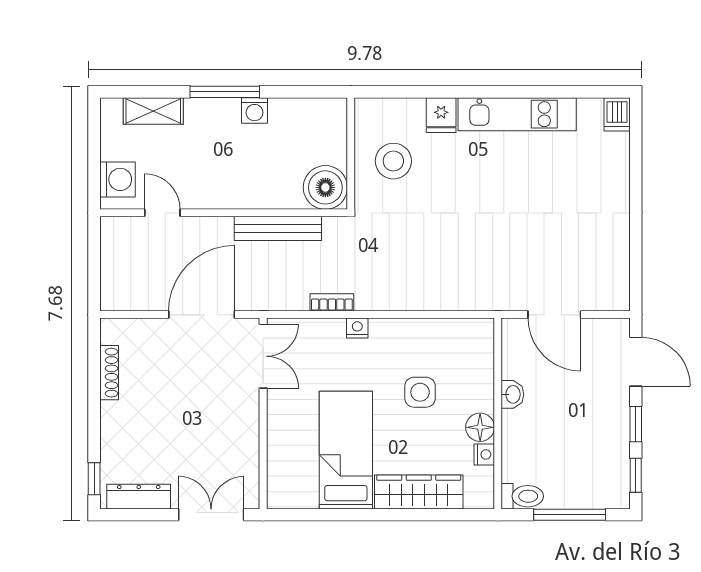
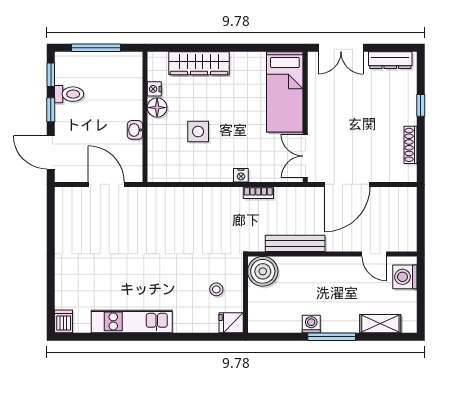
fridge: (441, 115) -> (231, 323), moved, turned -90
stool: (393, 161) -> (216, 289), width x0.53, depth x0.53
bed: (346, 450) -> (285, 92), moved
window: (94, 479) -> (421, 105), moved
toilet: (522, 496) -> (69, 94), moved, turned 180

